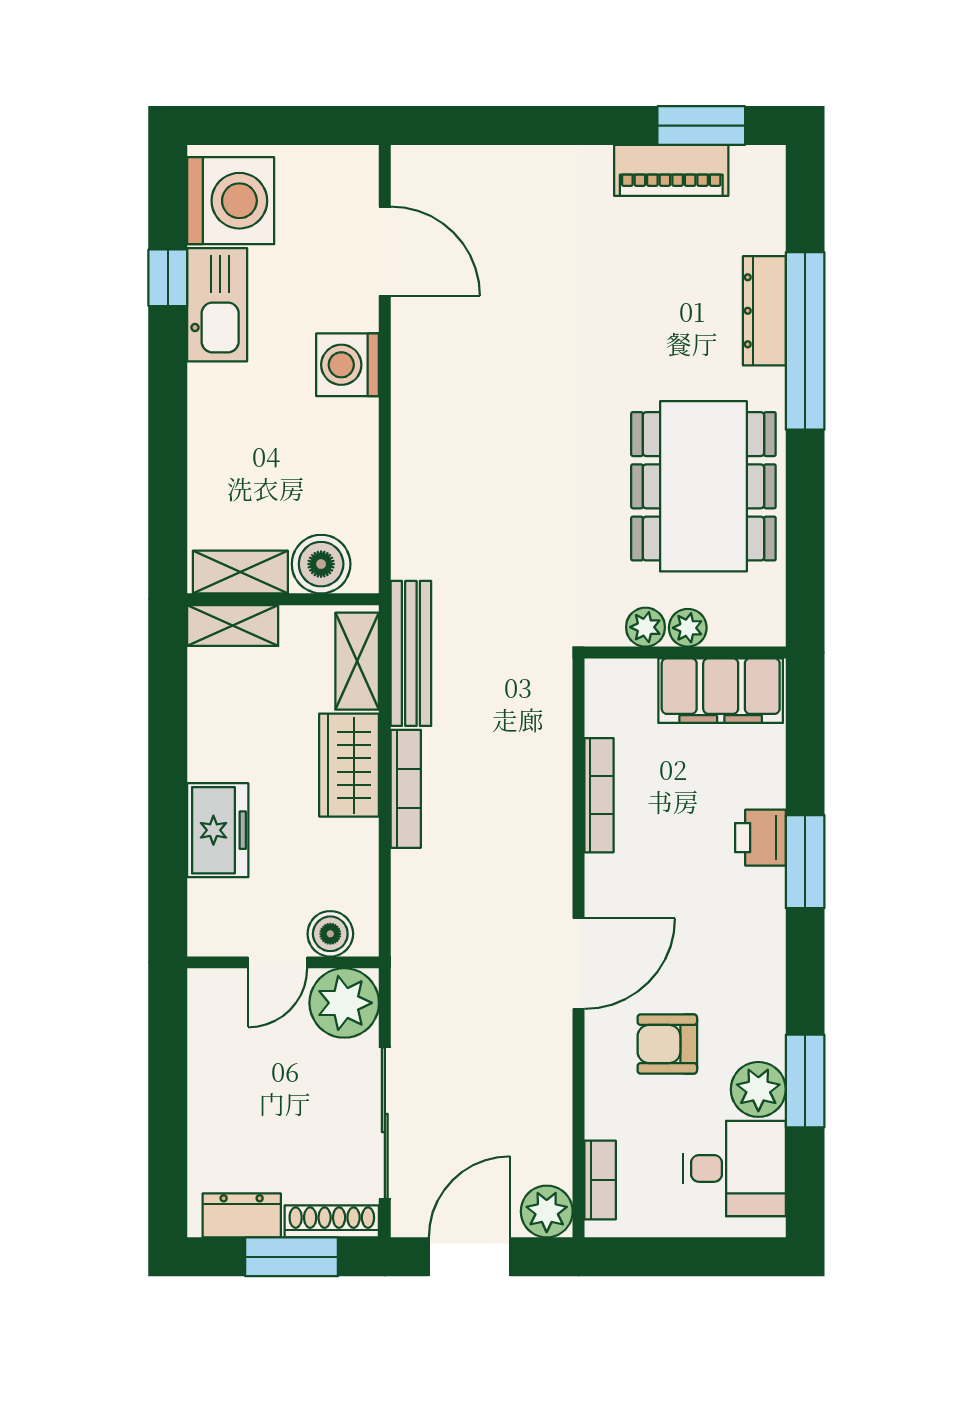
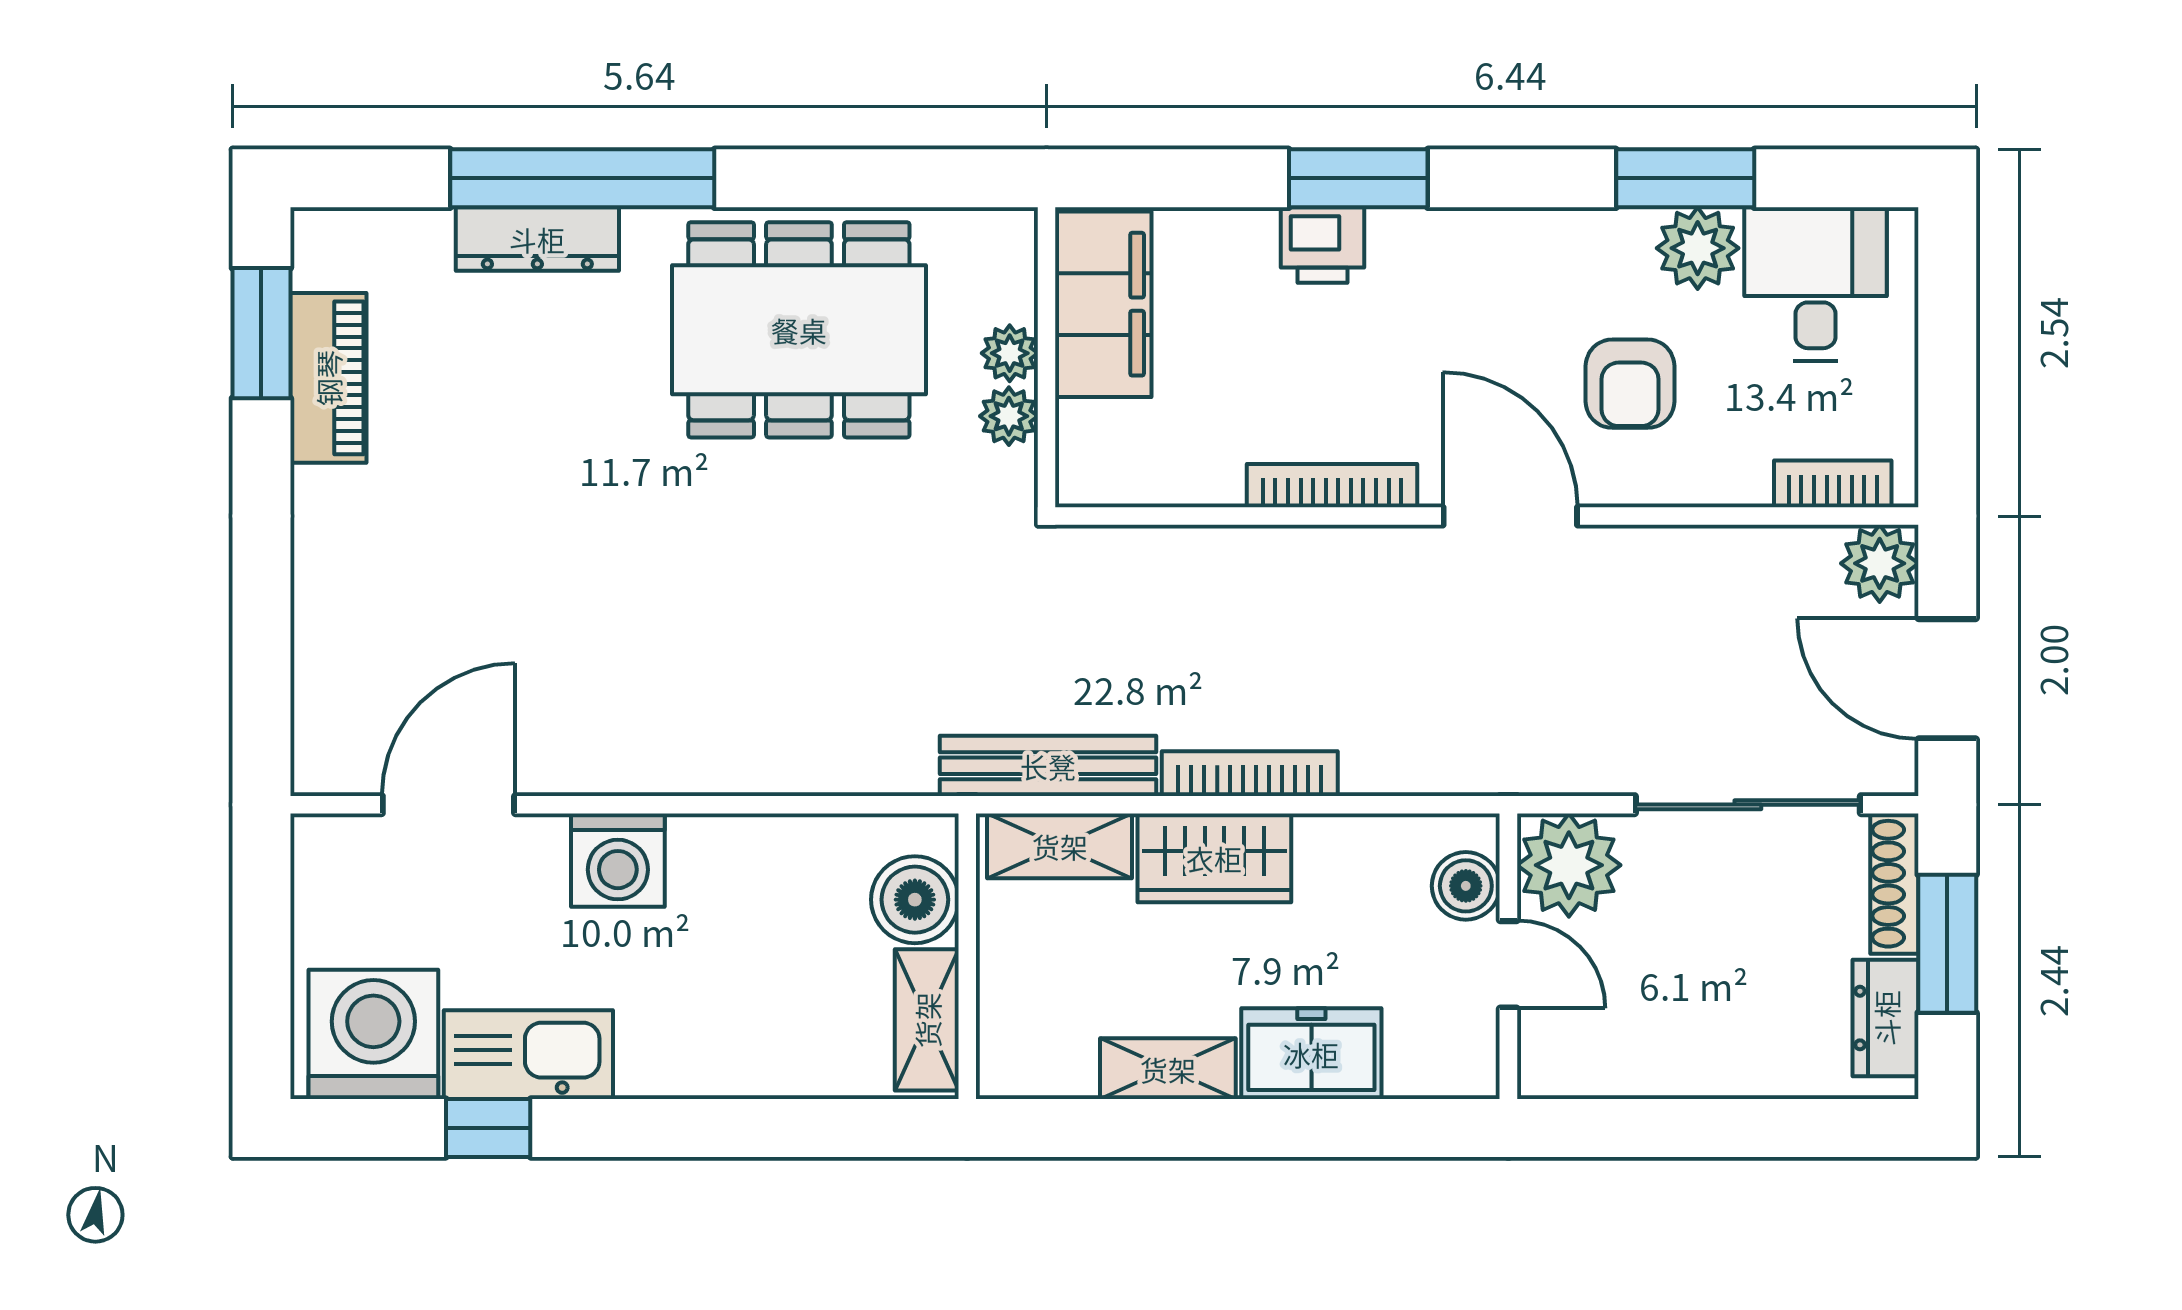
shelving: (233, 625) -> (1168, 1069), moved, turned 90
bookcase: (599, 795) -> (1332, 486), moved

